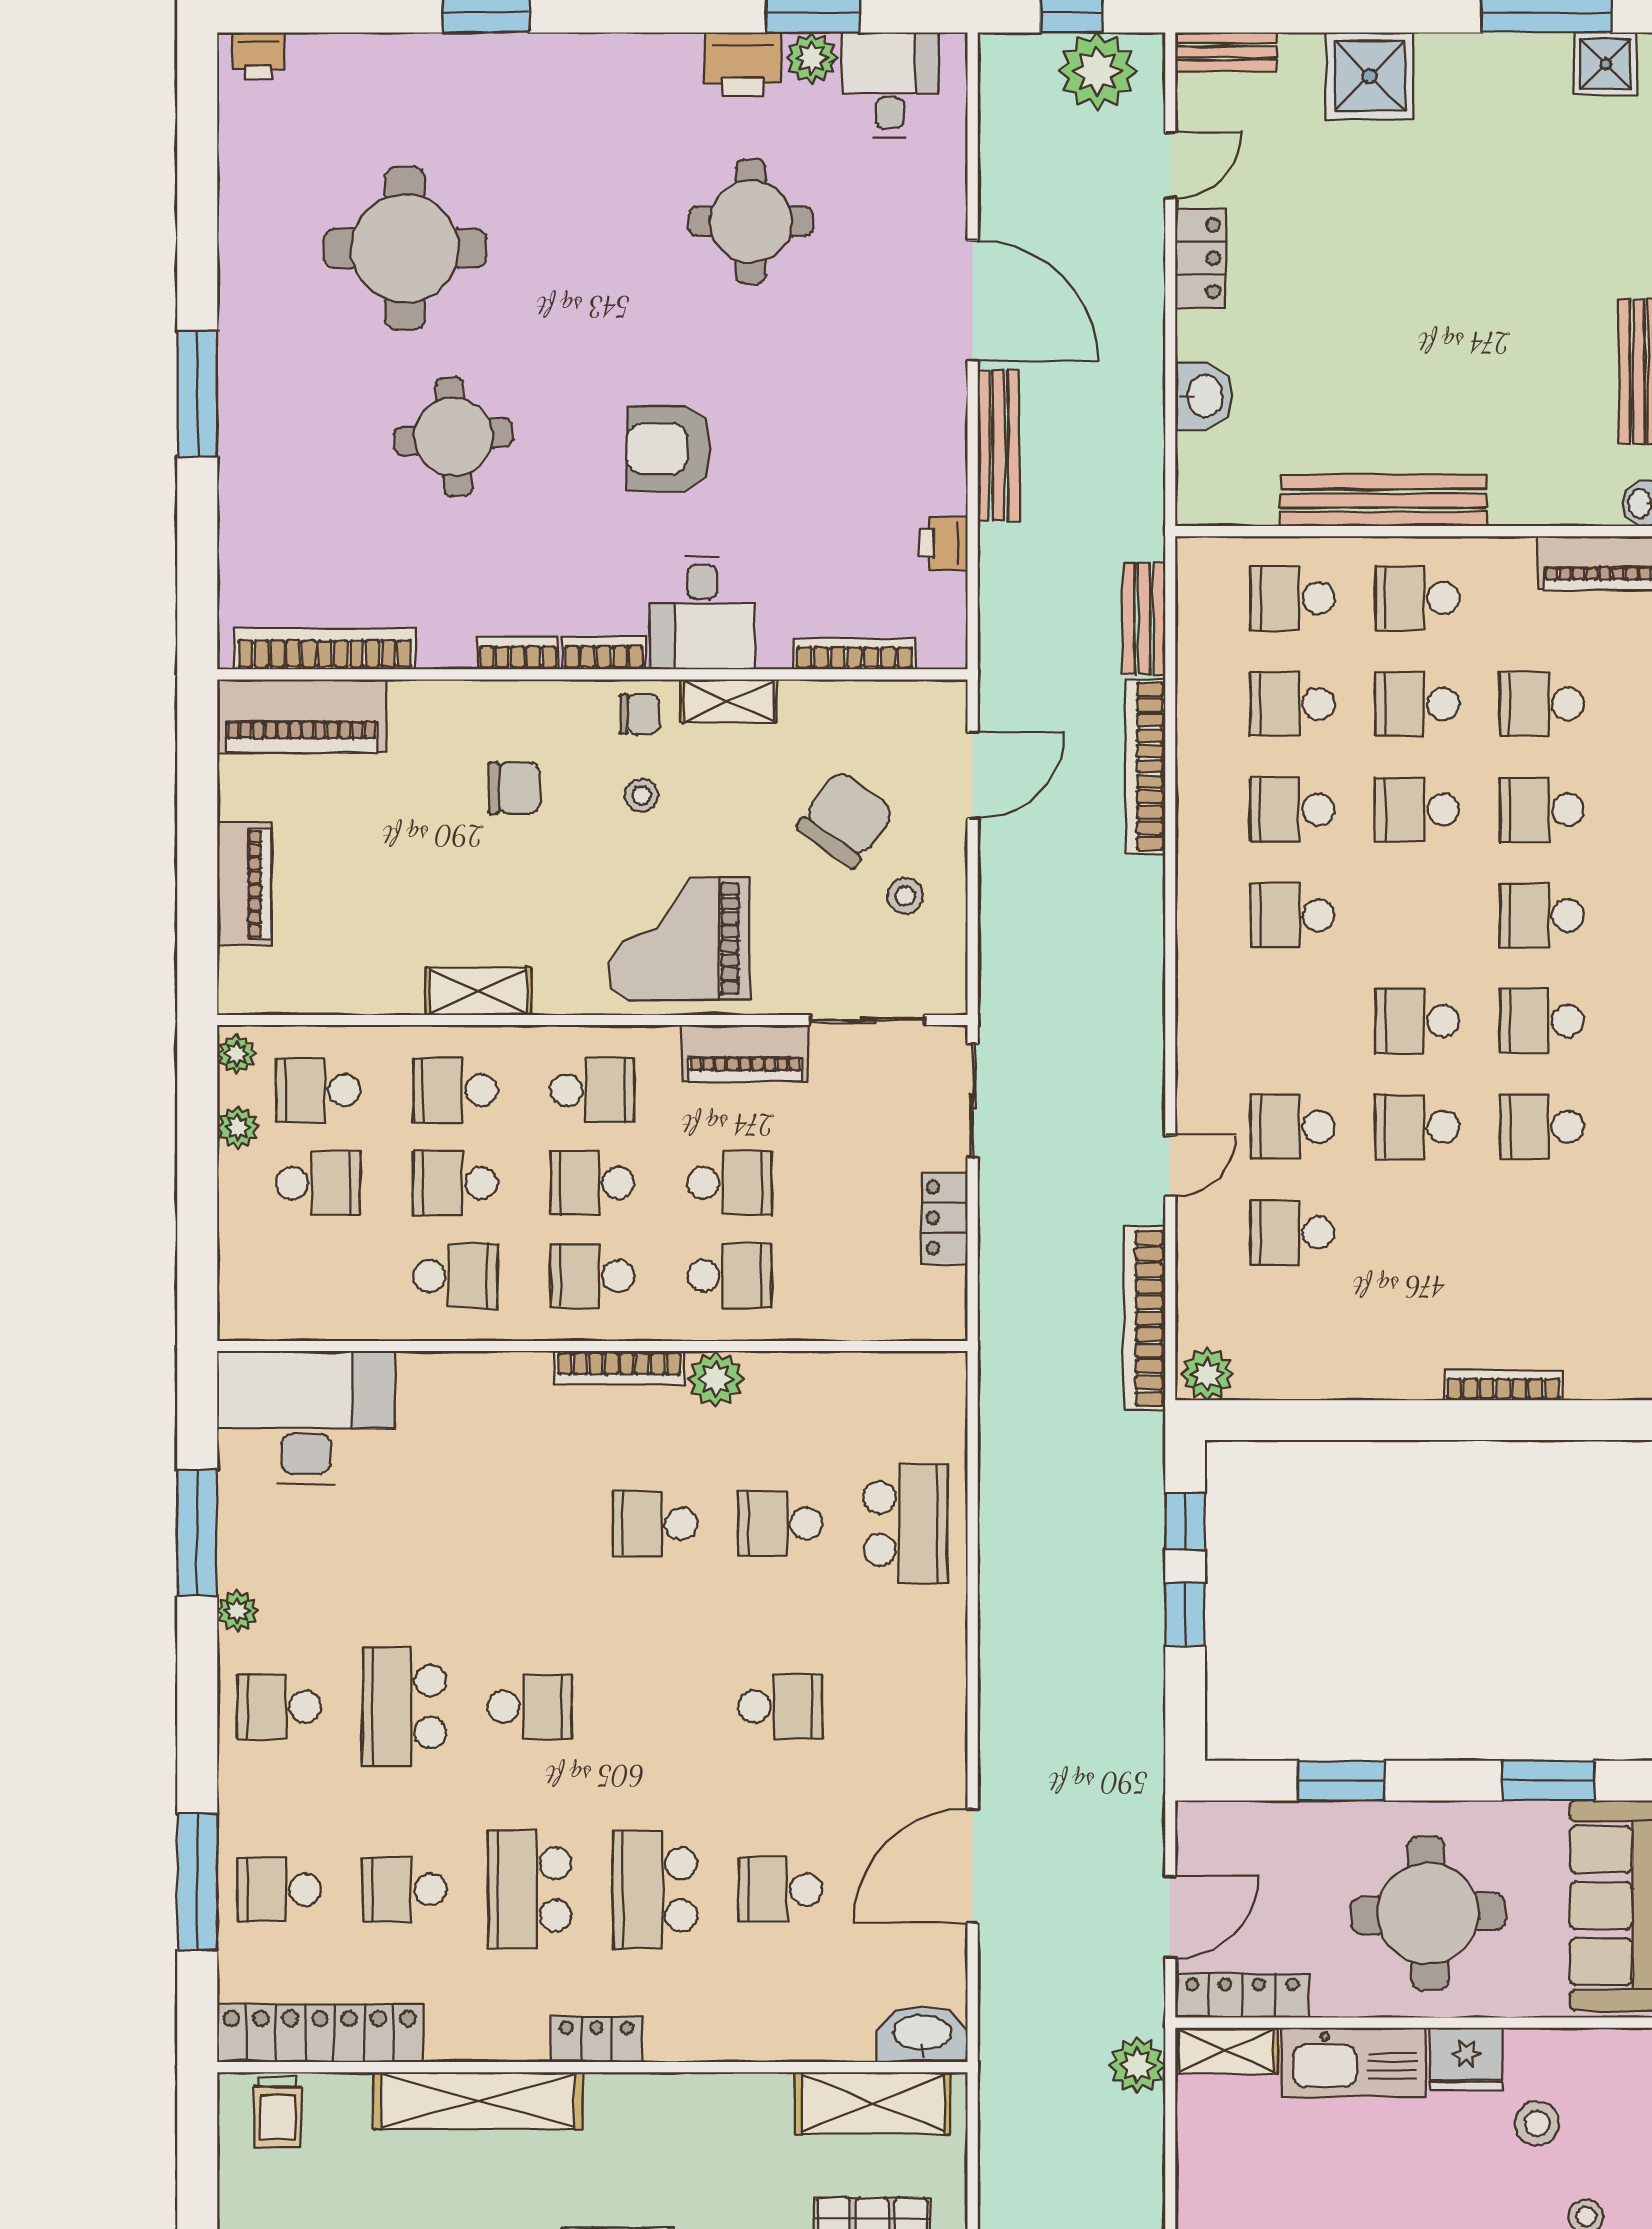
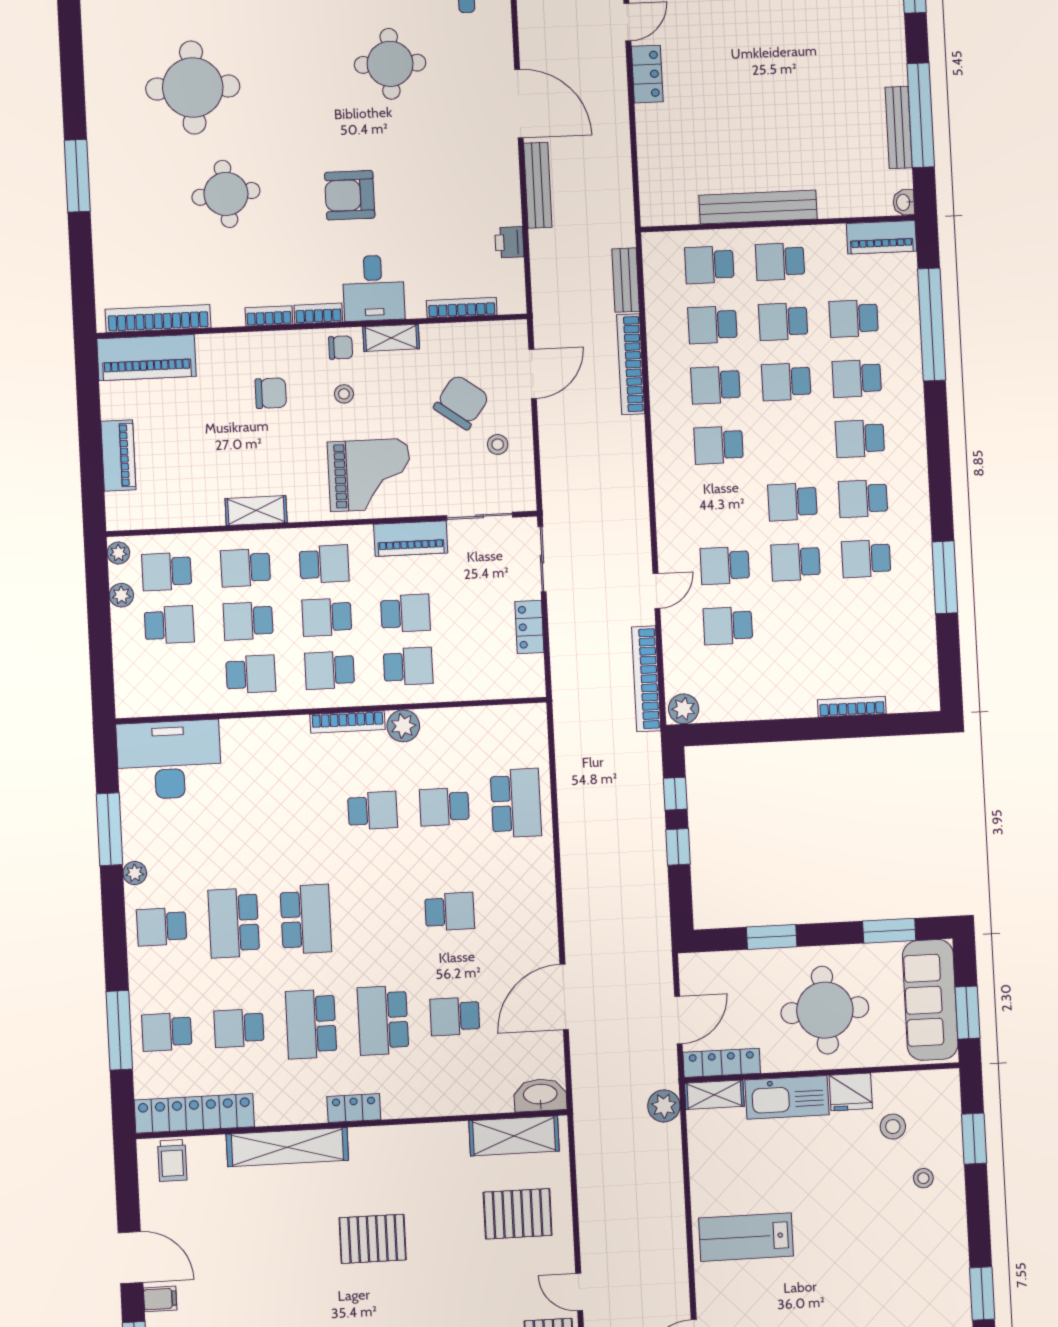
washbasin: (1203, 396) -> (653, 152), removed
grand piano: (679, 939) -> (369, 475), turned 180
school desk: (655, 1524) -> (373, 810), turned 180
school desk: (530, 1707) -> (306, 919), width x1.85

